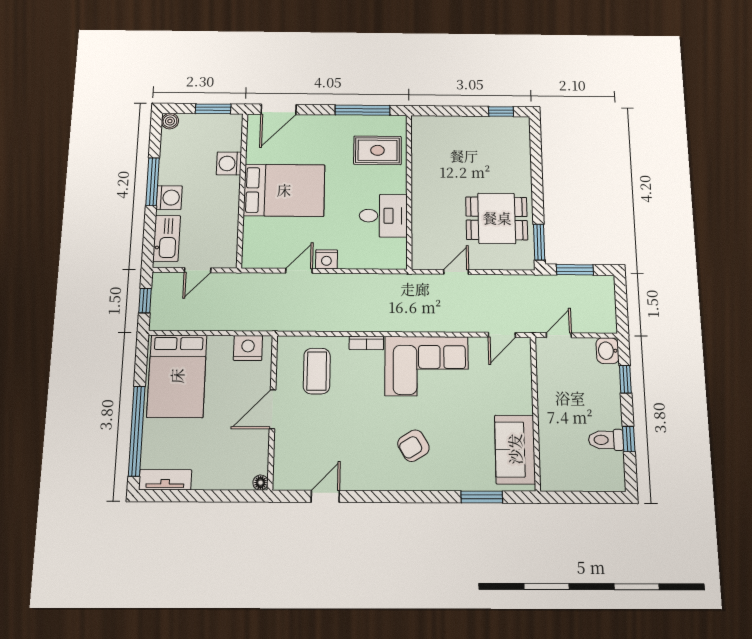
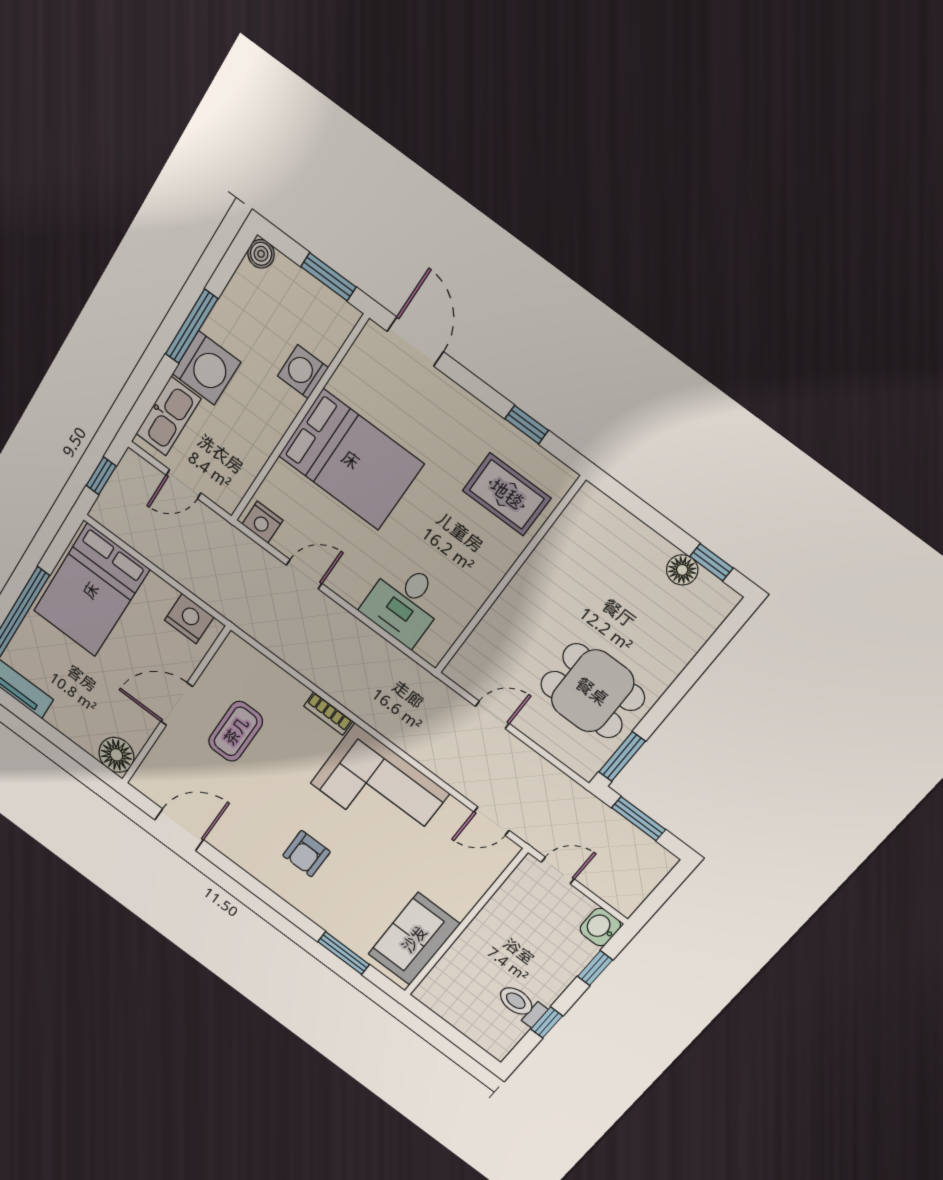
door: (279, 109) -> (415, 341), swing flipped
window: (363, 110) -> (527, 425), width x0.46
floor lamp: (491, 125) -> (682, 570), added
washing machine: (169, 198) -> (206, 368), width x1.37, depth x1.37
desk: (383, 216) -> (404, 603), moved, turned 90
nightstand: (326, 259) -> (262, 522), moved
coffee table: (317, 371) -> (236, 731), moved
armchair: (413, 446) -> (306, 854), turned -59
floor lamp: (261, 483) -> (116, 755), width x1.89, depth x1.89
door: (325, 496) -> (179, 830), width x1.38

